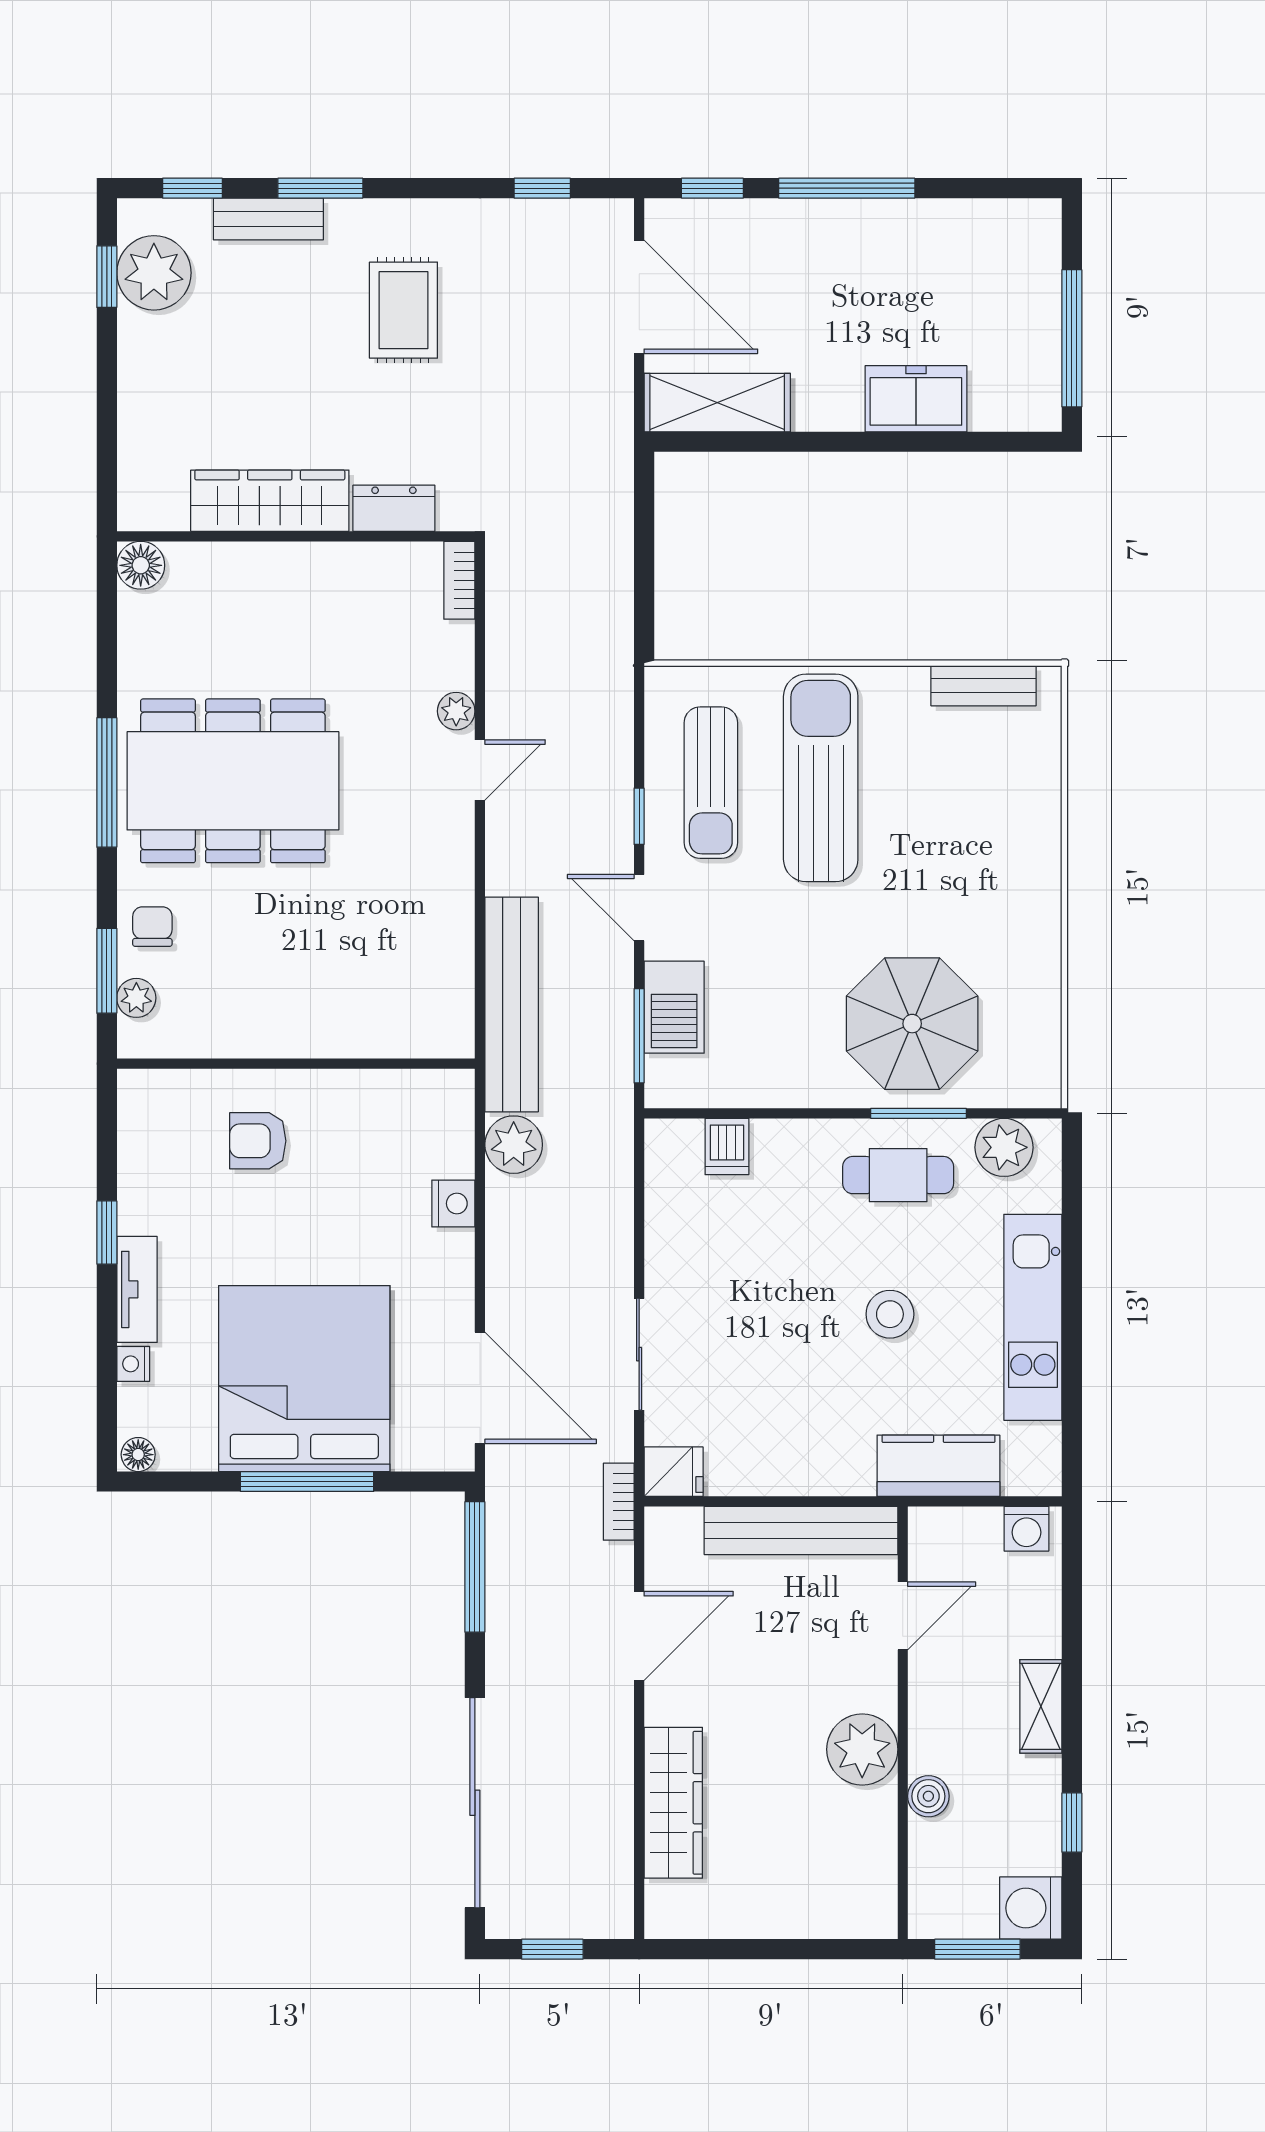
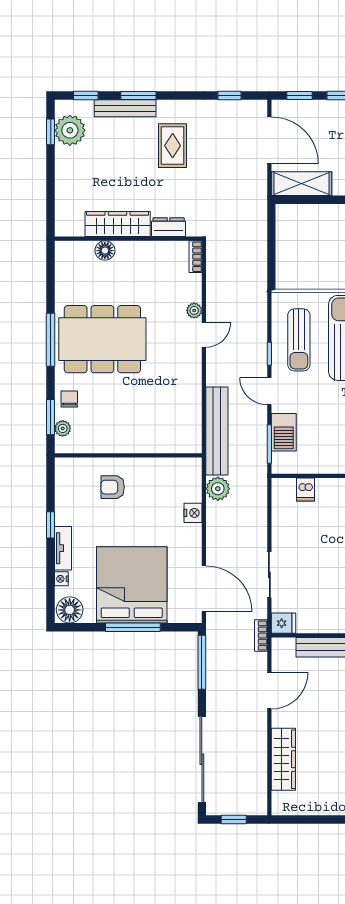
bench: (268, 219) -> (125, 108), width x1.36
floor lamp: (141, 565) -> (105, 251), moved
floor lamp: (138, 1455) -> (70, 610), width x1.89, depth x1.89

